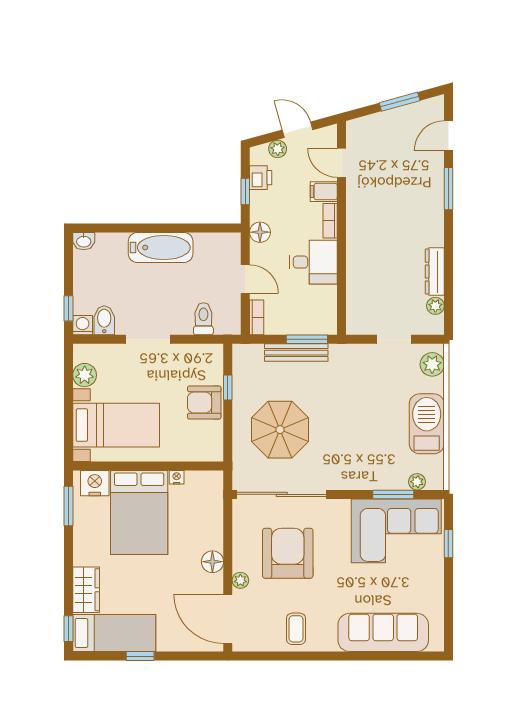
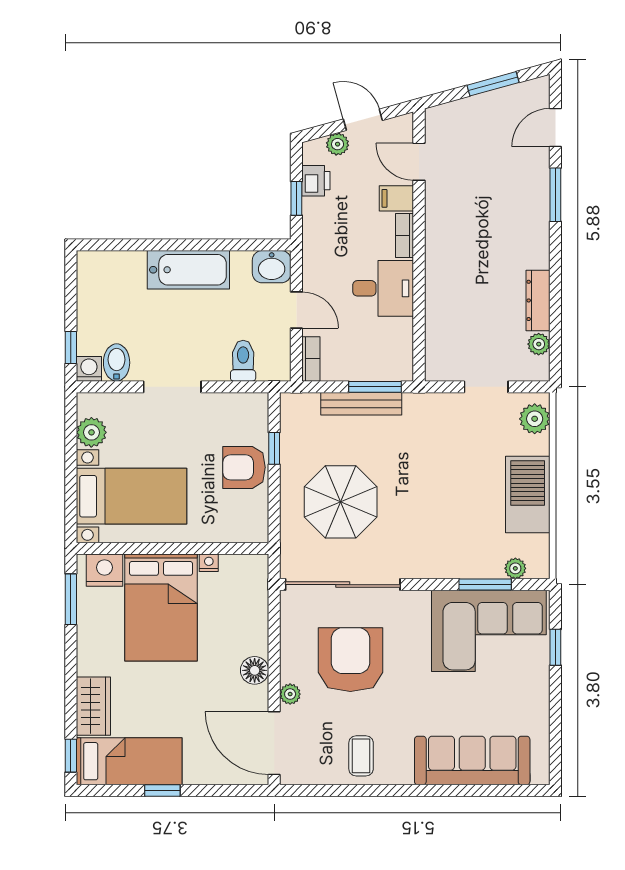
floor lamp: (260, 232) -> (315, 250), removed
washbasin: (84, 241) -> (272, 267), moved, width x1.38, depth x1.45

